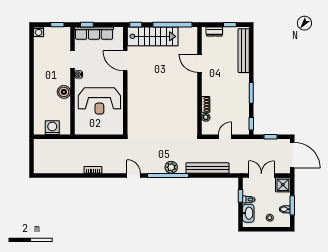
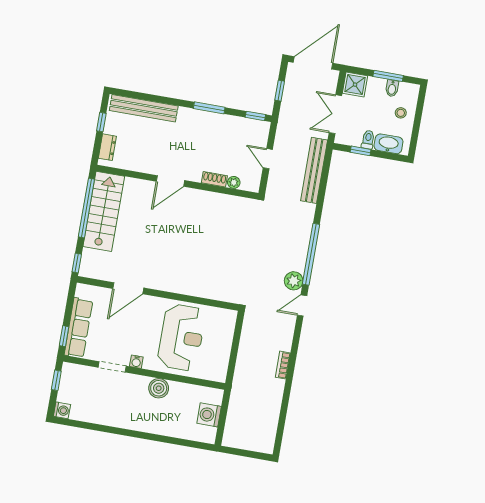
stairs: (153, 36) -> (104, 211), moved
door: (200, 63) -> (170, 181), moved
plant: (171, 167) -> (294, 281), moved
bench: (207, 168) -> (314, 170), moved

